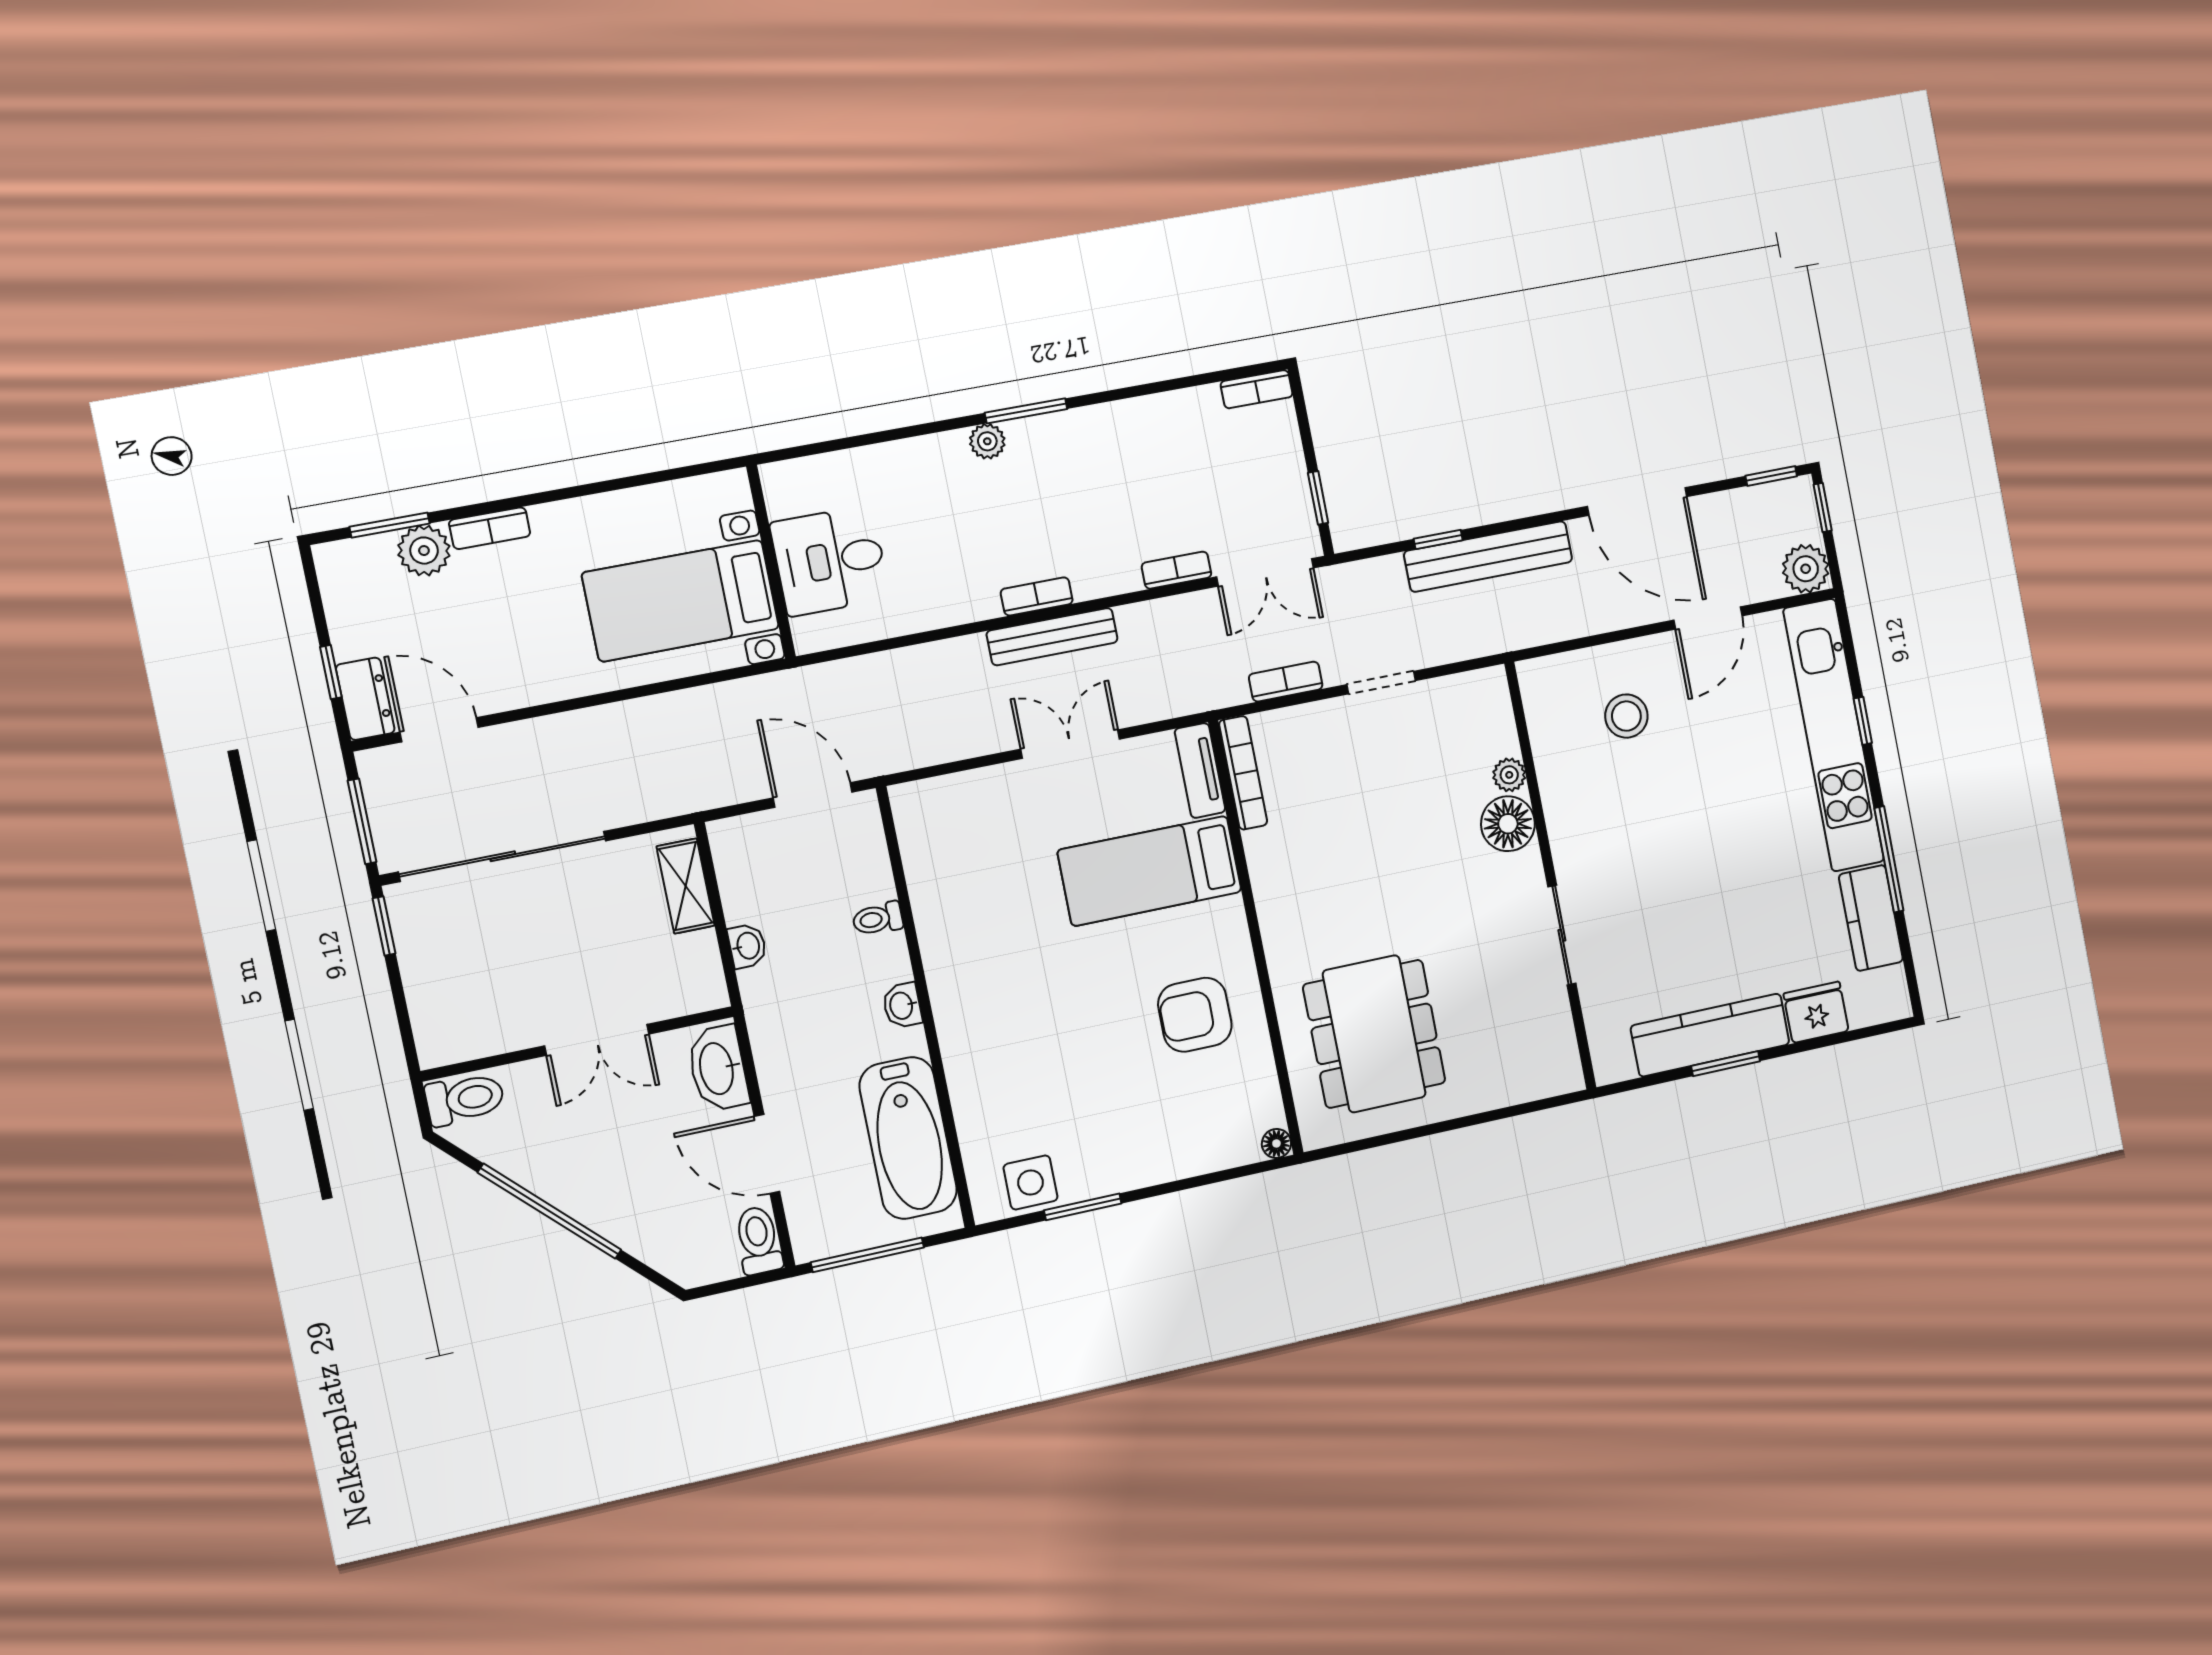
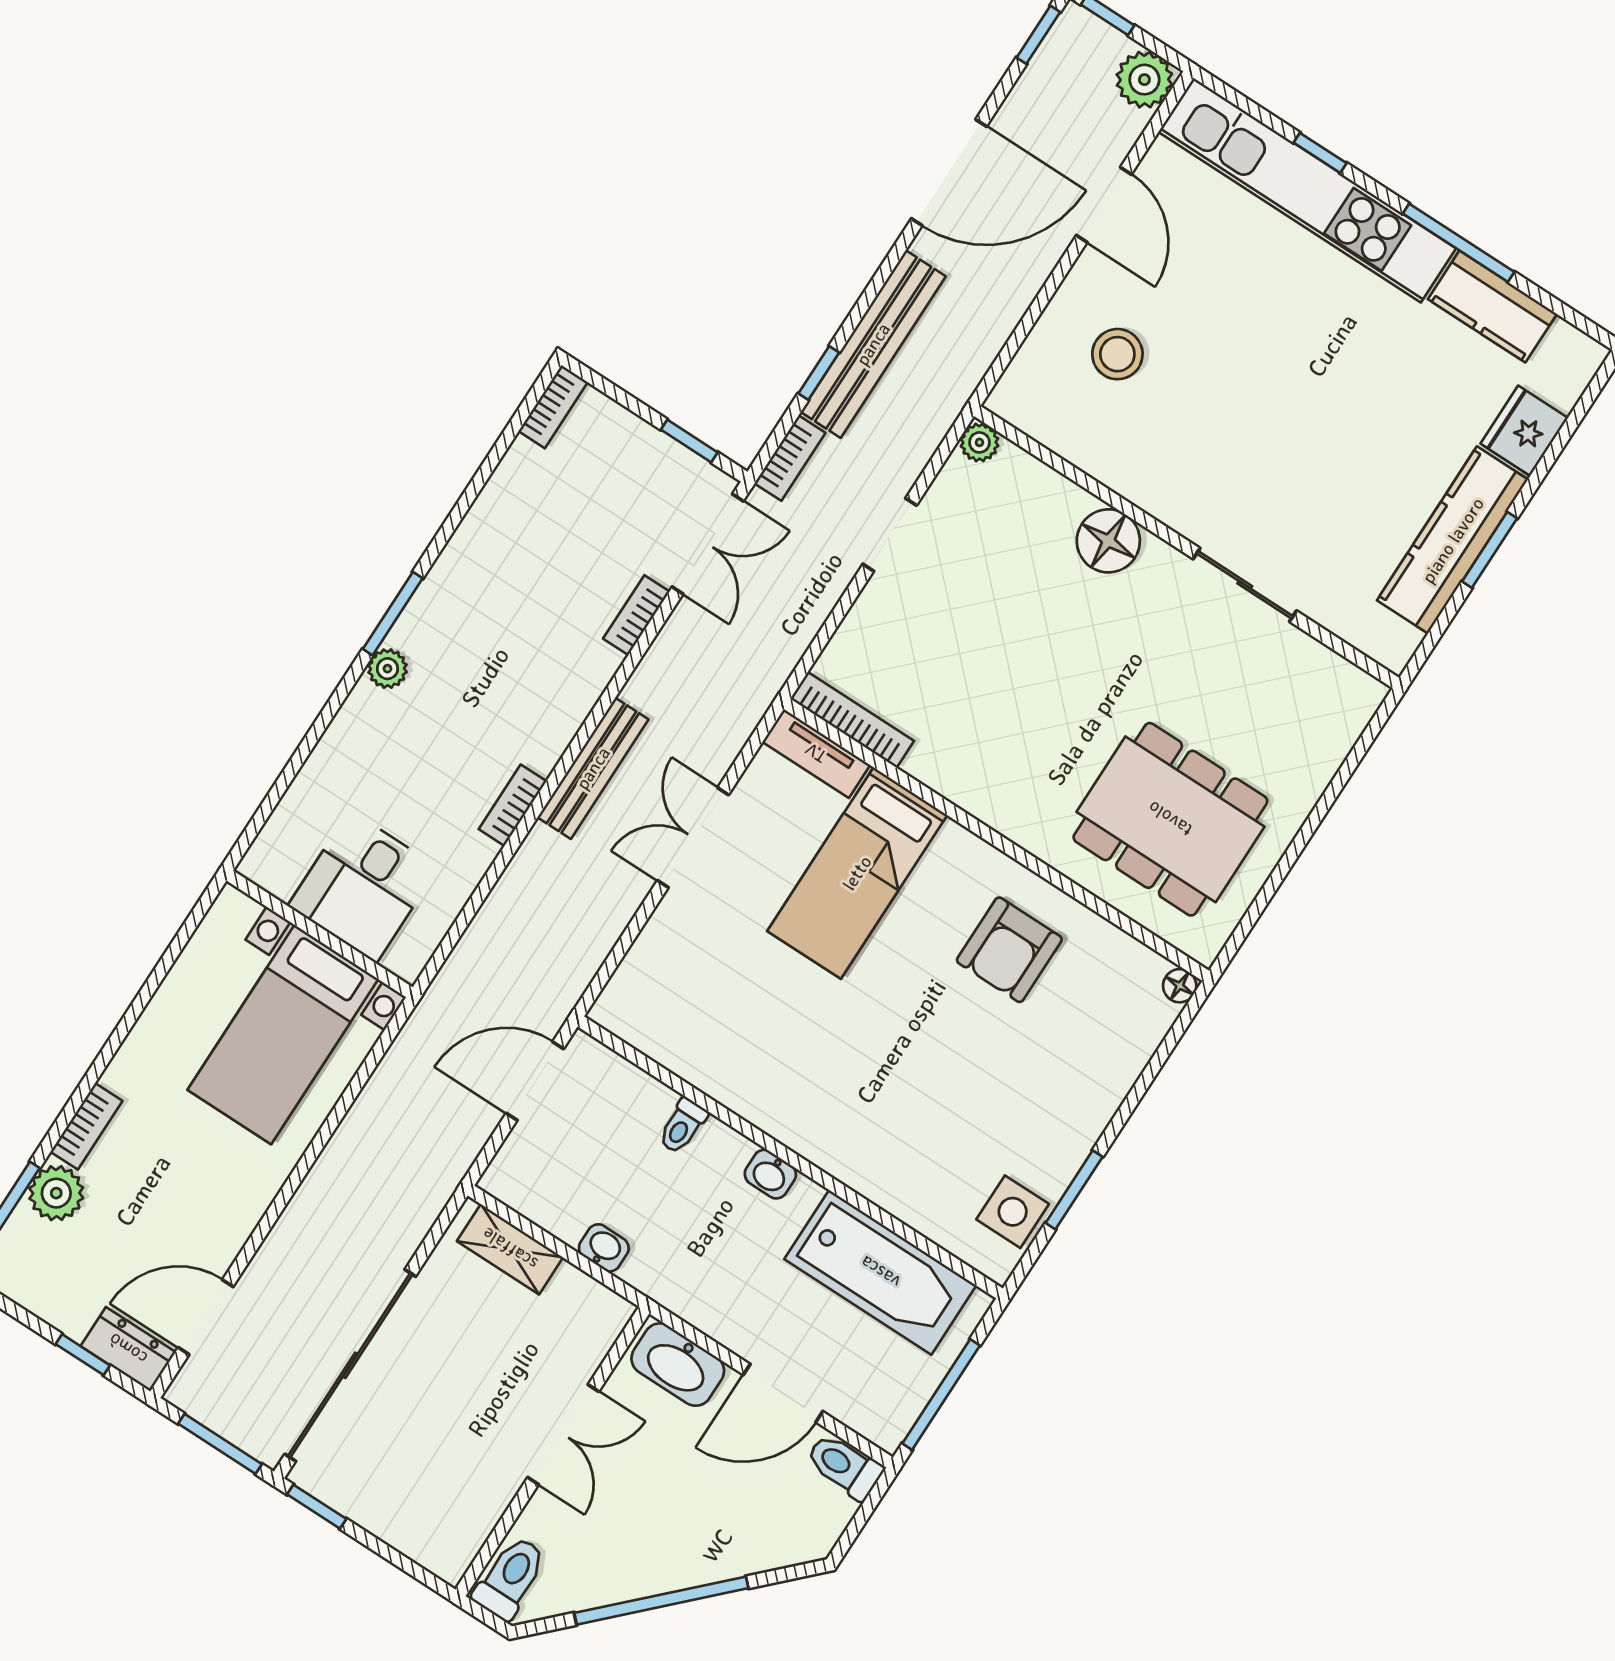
bookcase: (1037, 596) -> (513, 805), moved
bookcase: (1286, 682) -> (790, 458), moved, turned 180
plant: (1509, 775) -> (979, 442), moved

